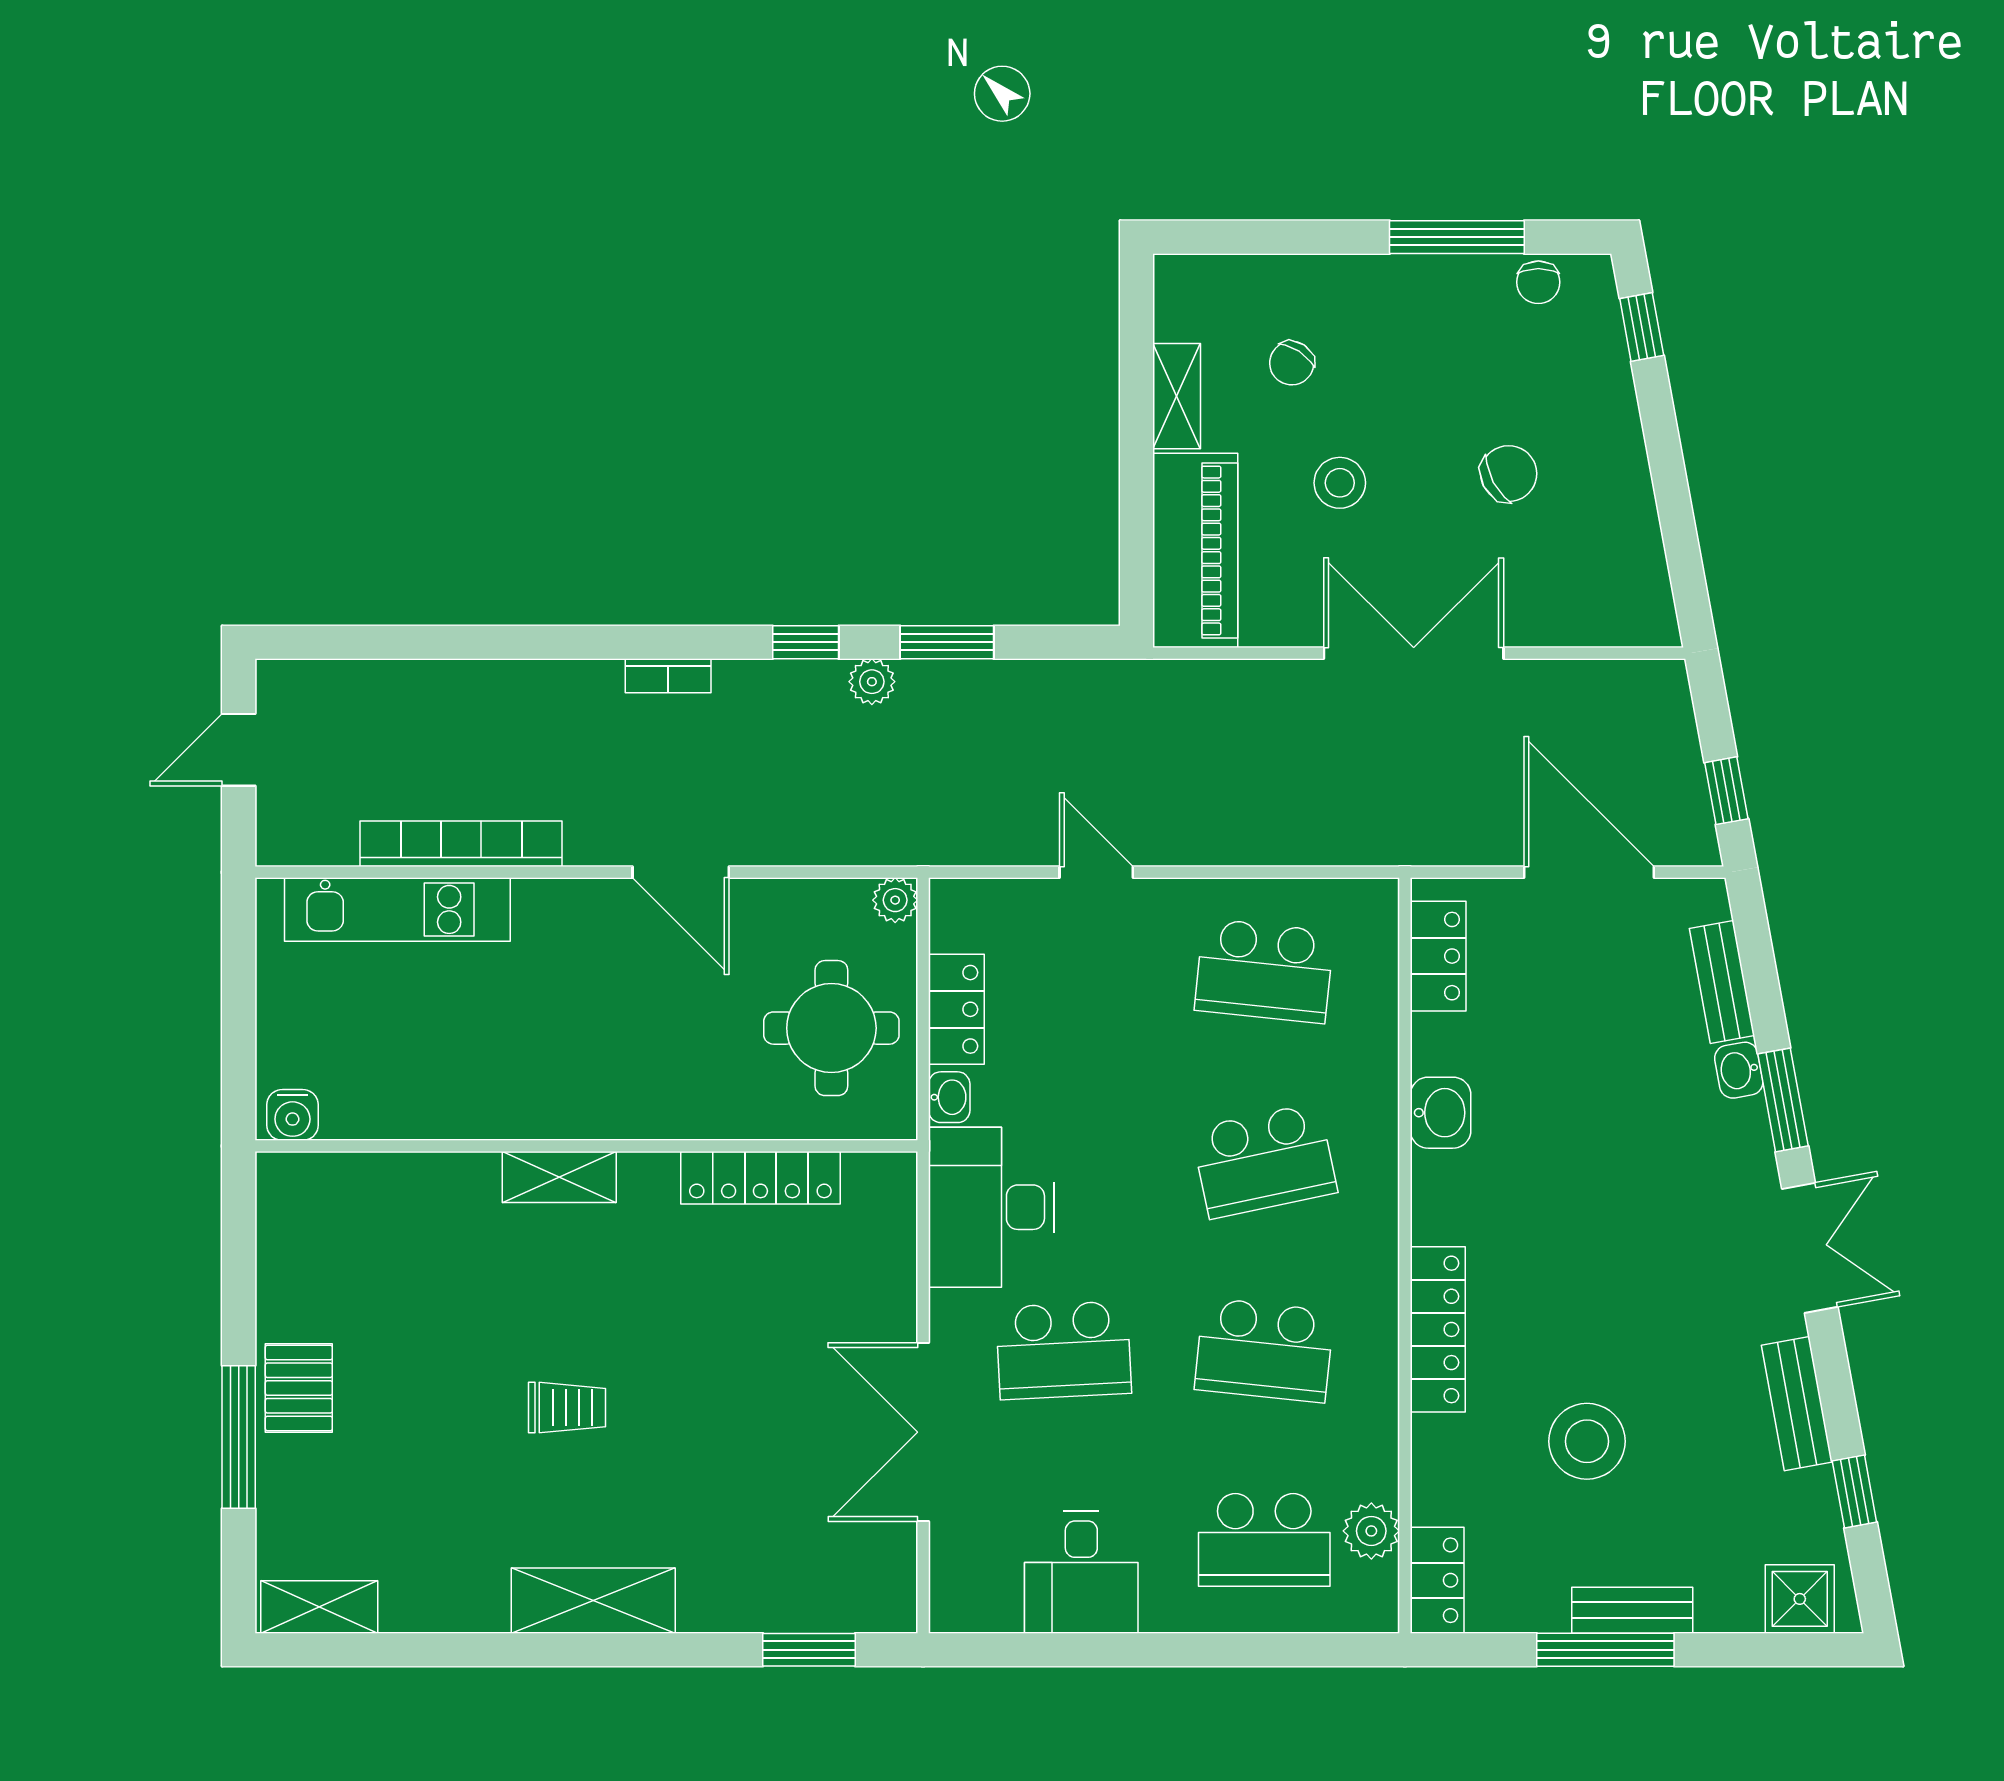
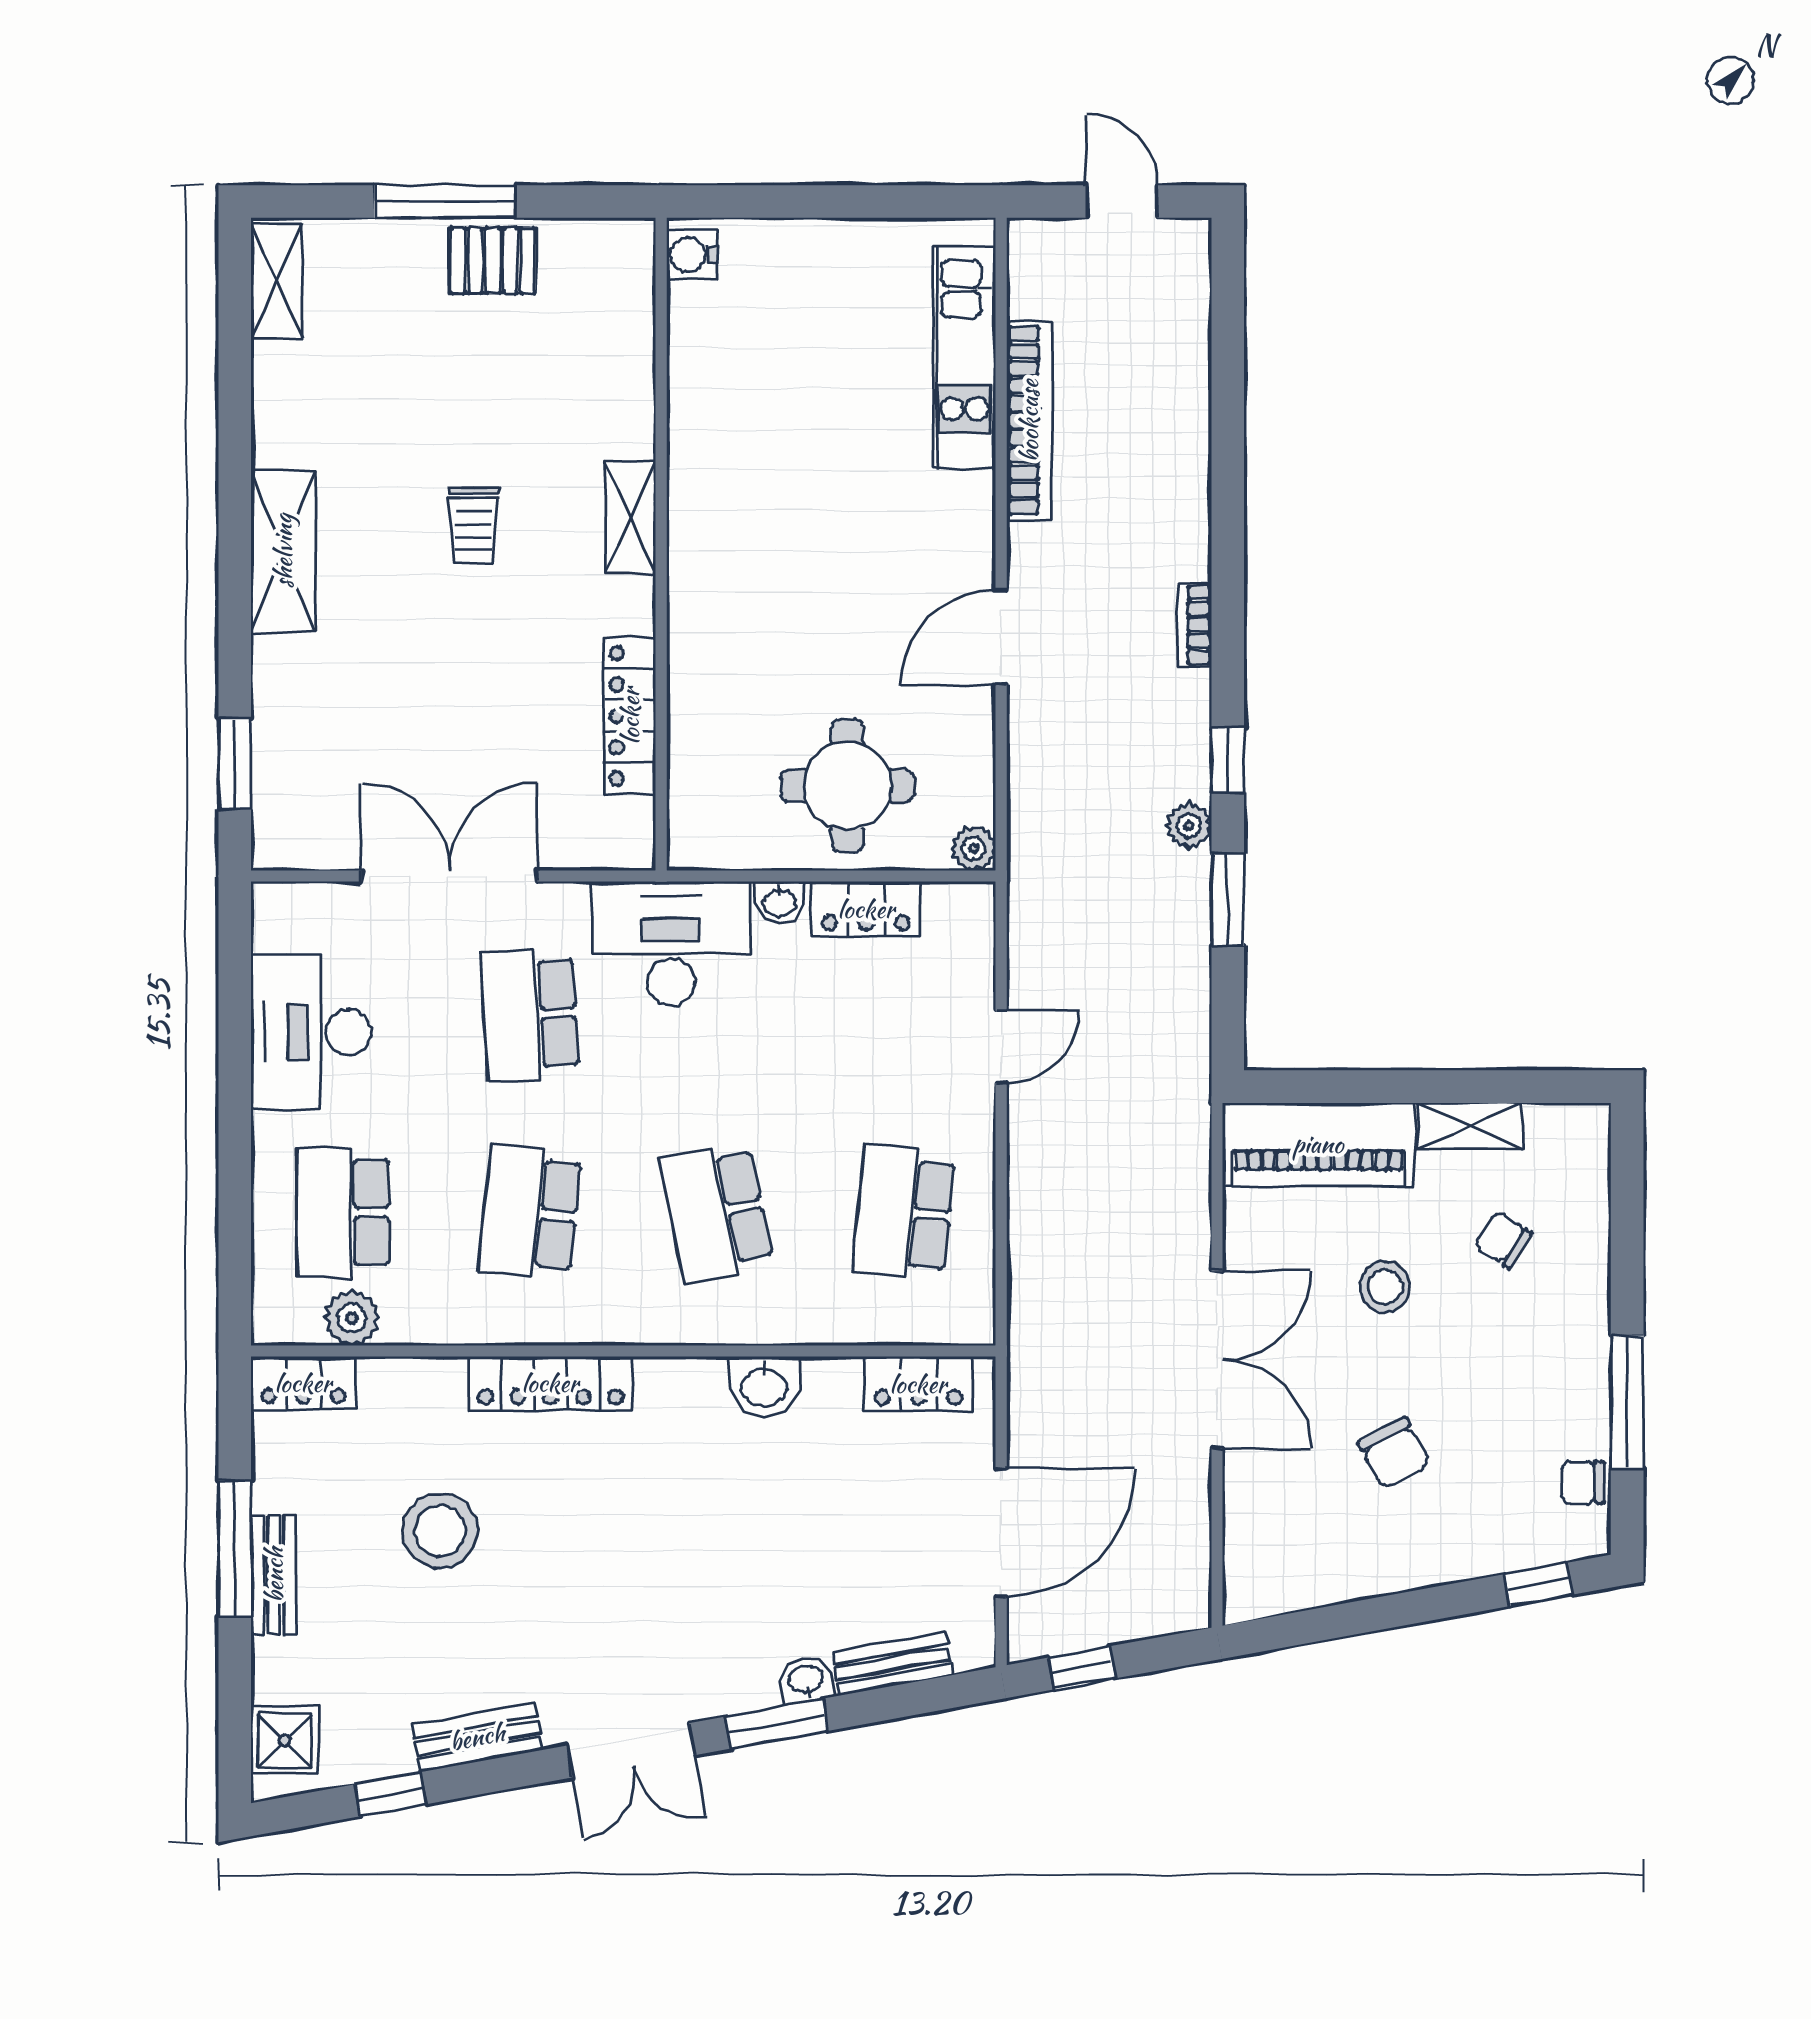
water cooler: (292, 1115) -> (692, 255), moved
wall: (586, 1146) -> (661, 544), moved
shelving: (559, 1177) -> (631, 518), moved
locker: (760, 1178) -> (630, 716), moved
desk: (1081, 1572) -> (311, 1032), width x1.37

